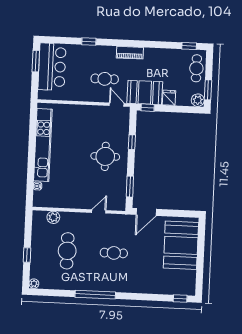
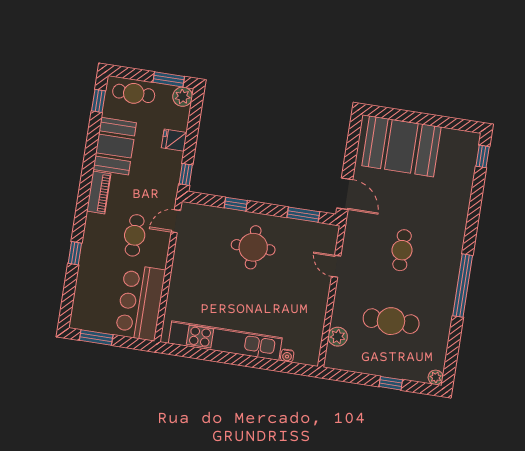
bar counter: (52, 67) -> (140, 303), moved, turned -90
booth: (145, 93) -> (115, 146), moved

